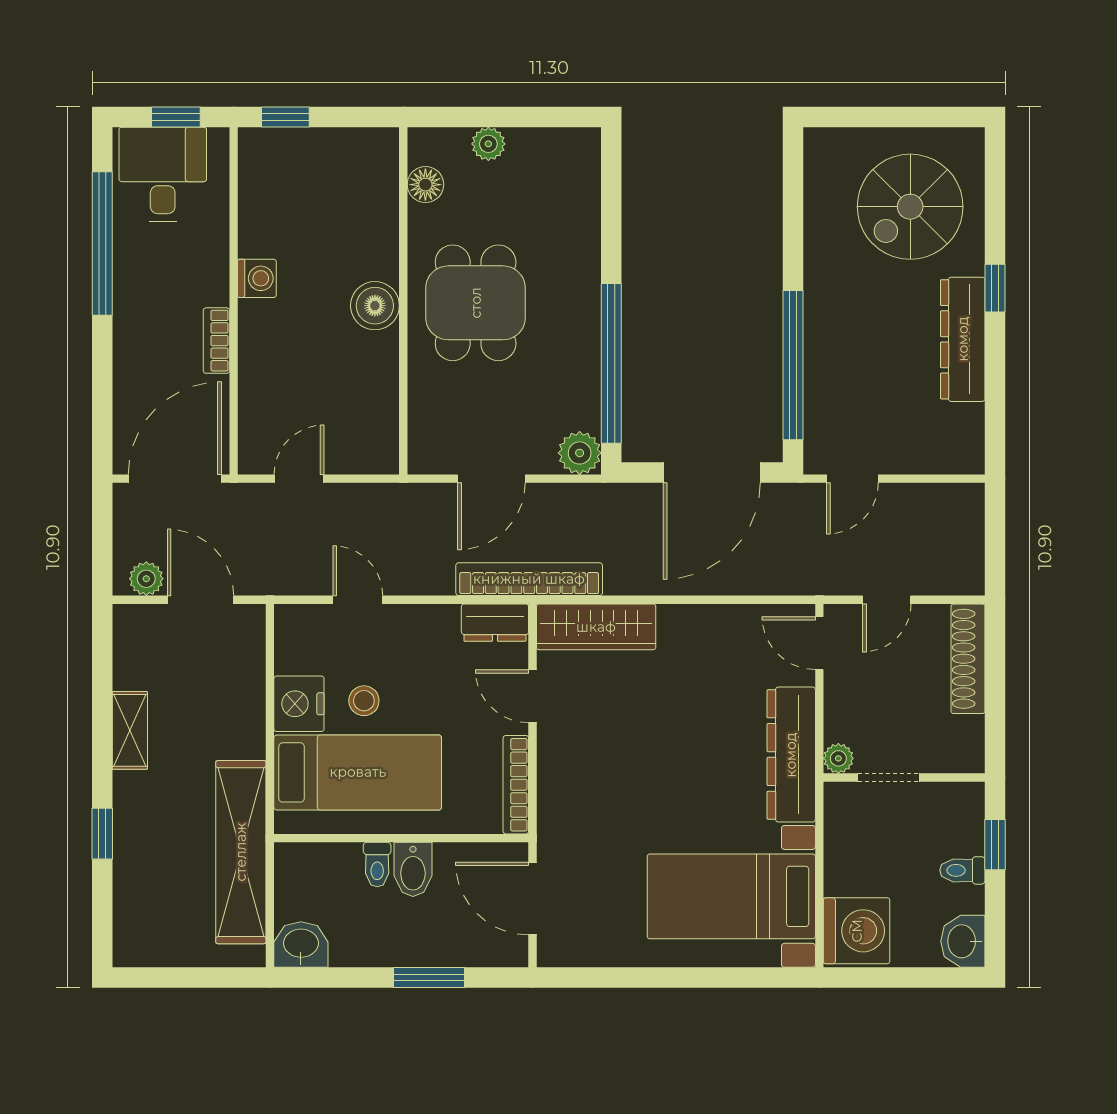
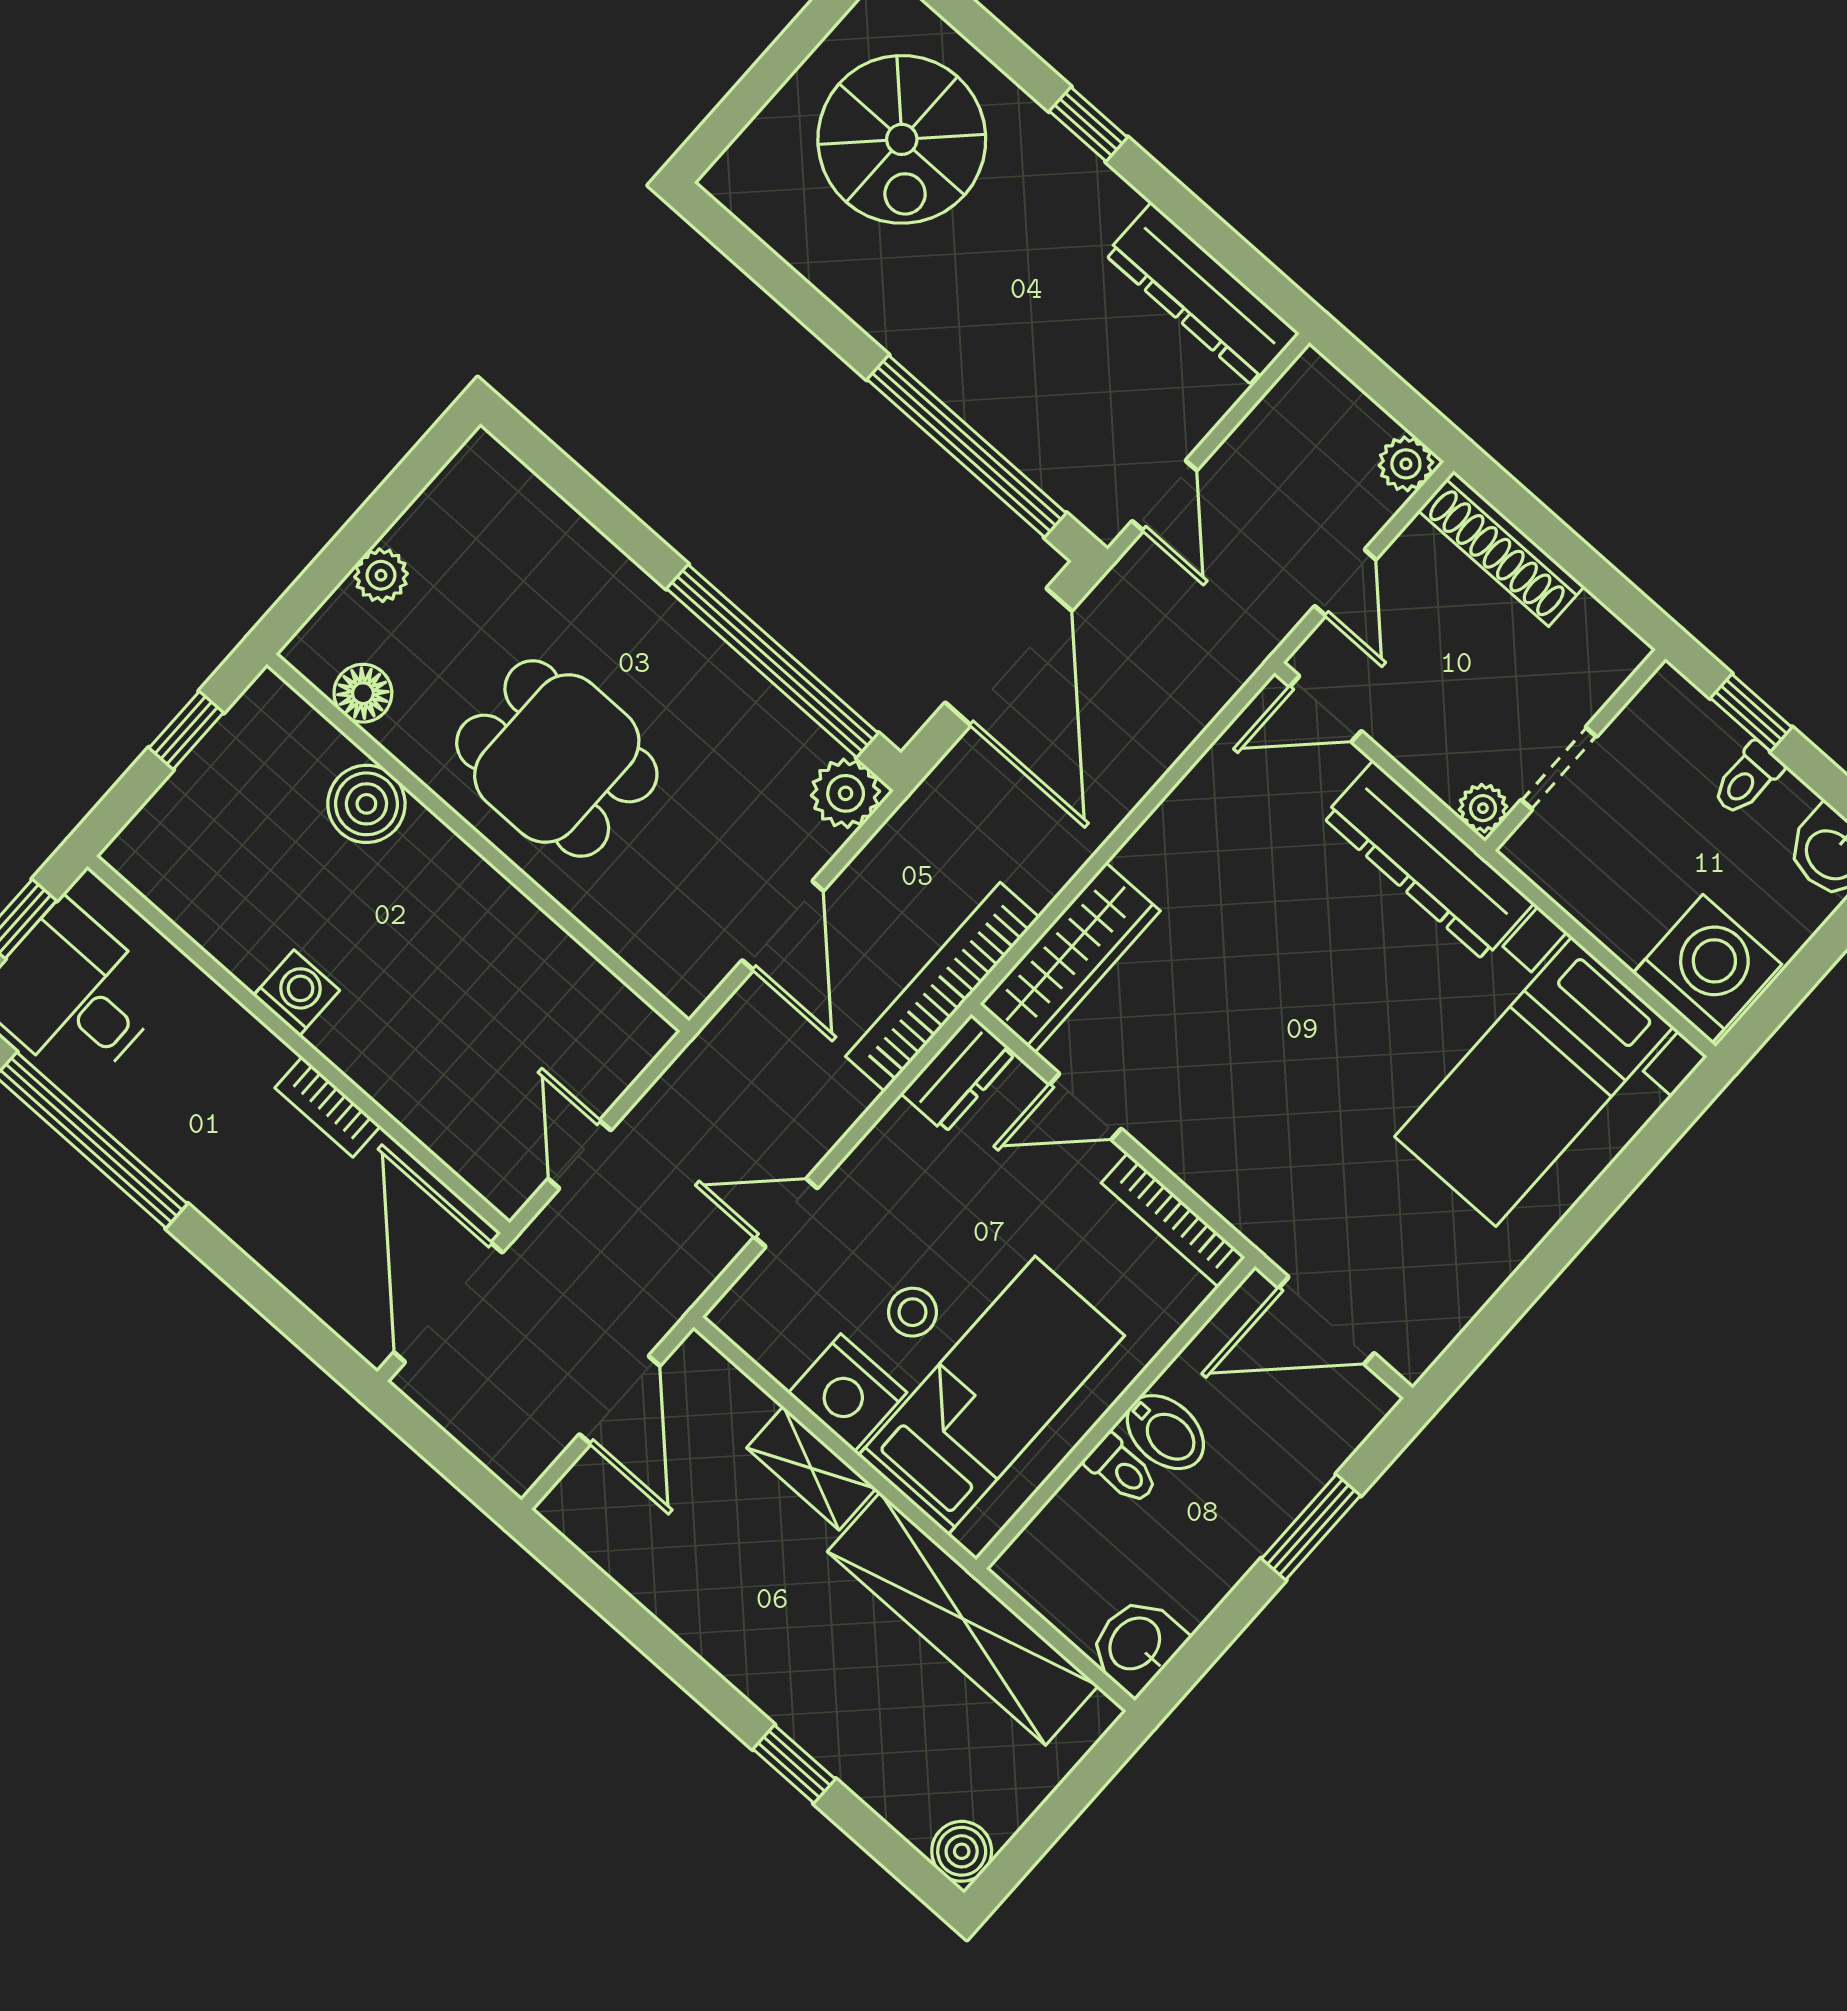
window: (285, 117) -> (186, 730), moved
boiler: (375, 306) -> (366, 804), moved
dresser: (963, 339) -> (1202, 294), moved
plant: (146, 579) -> (1406, 464), moved
door: (201, 600) -> (620, 1400), swing flipped
shelving: (130, 730) -> (811, 1468), moved
boiler: (131, 949) -> (962, 1851), added

